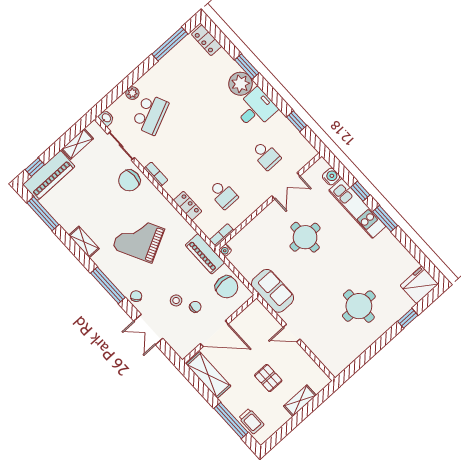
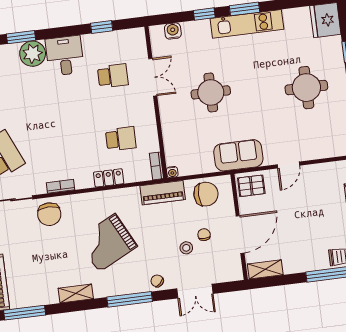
kitchen unit: (357, 208) -> (247, 24), moved
shelving: (208, 375) -> (265, 269), width x0.67, depth x0.75
pallet: (268, 378) -> (251, 186), moved

